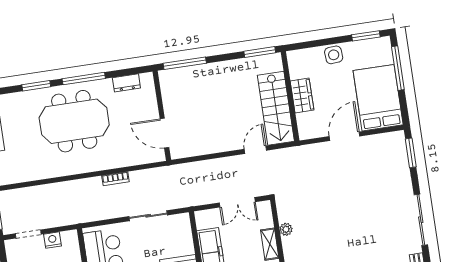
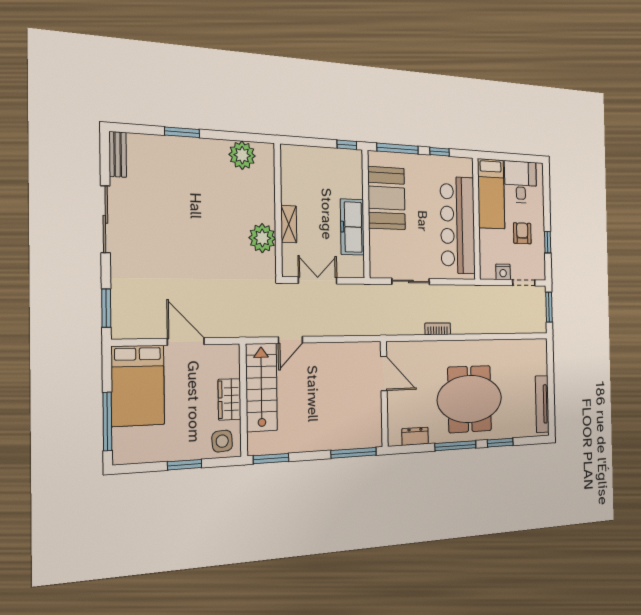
window: (366, 36) -> (185, 465), moved
side table: (334, 55) -> (222, 441), moved
door: (344, 136) -> (186, 342), swing flipped
plant: (286, 229) -> (262, 238), width x1.88, depth x1.88

